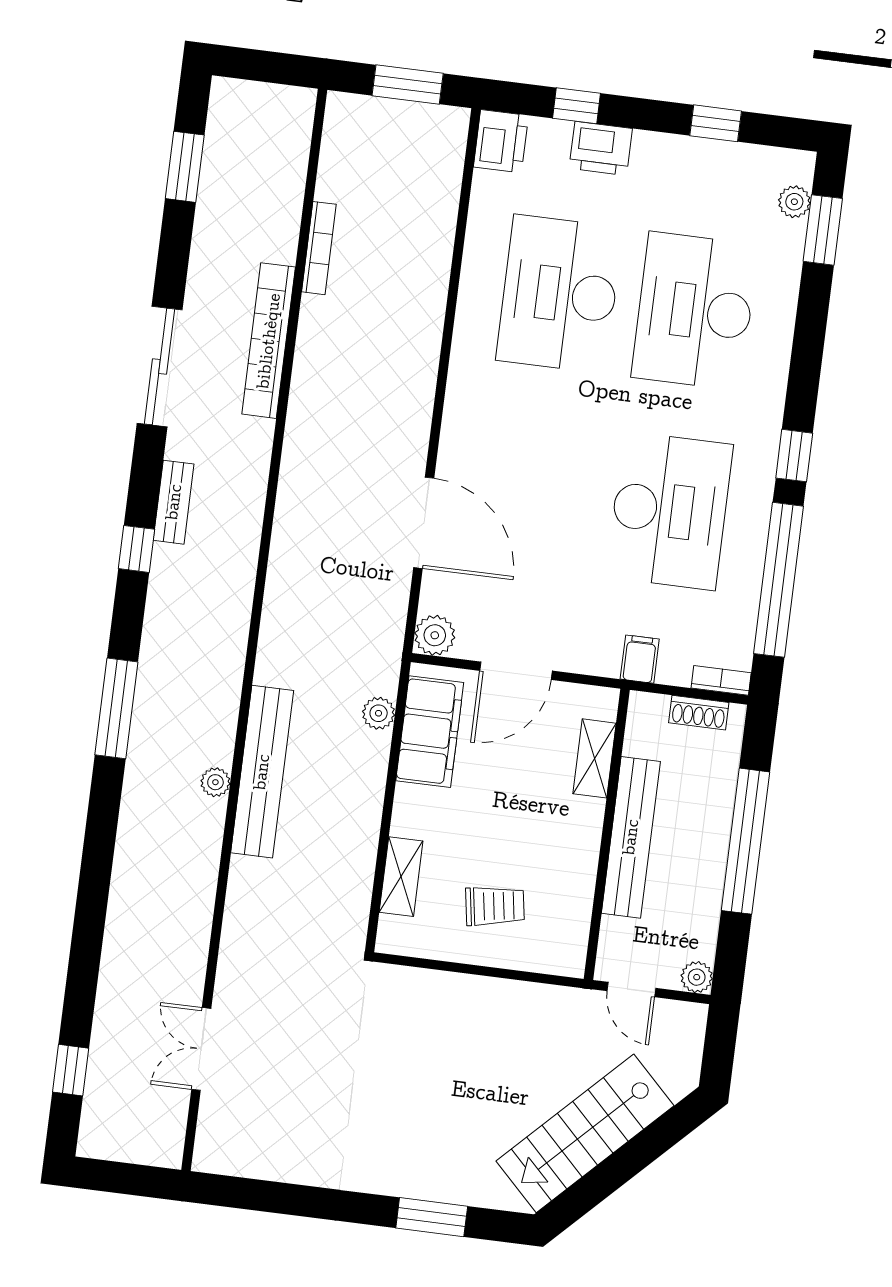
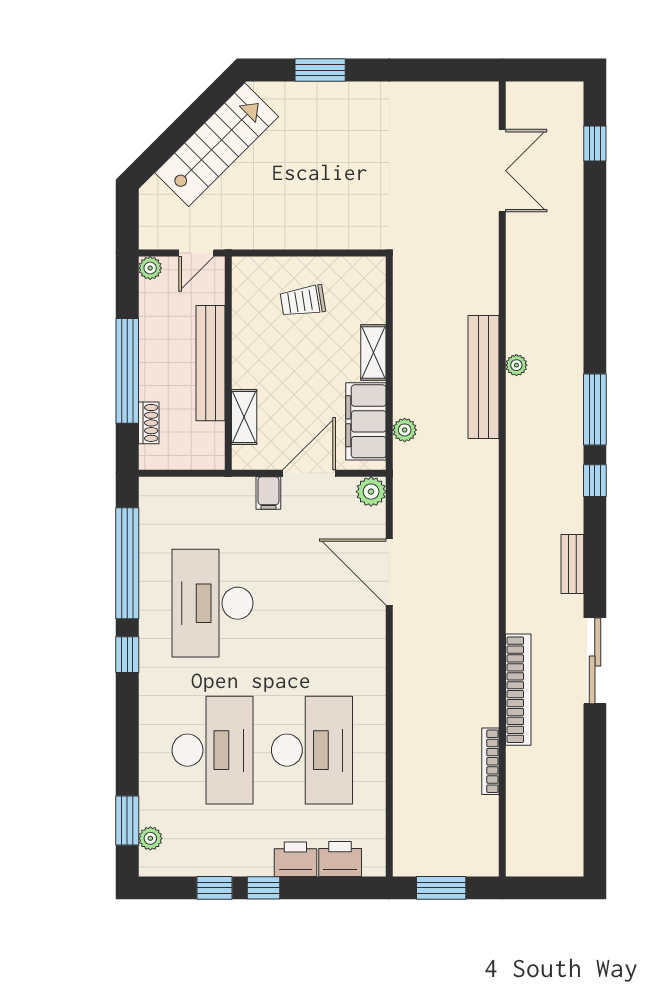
window: (577, 106) -> (263, 888), moved
printer: (501, 141) -> (340, 859), moved, turned 90
window: (185, 167) -> (595, 808), removed
window: (136, 549) -> (595, 481), moved
filing cabinet: (640, 659) -> (268, 493), moved
bookcase: (721, 680) -> (160, 485), removed
shoe rack: (699, 713) -> (149, 423), moved, turned 90
shelving: (401, 877) -> (373, 353), moved
door: (631, 990) -> (196, 253), swing flipped
double door: (201, 1049) -> (502, 171), width x1.37

